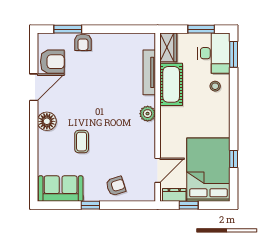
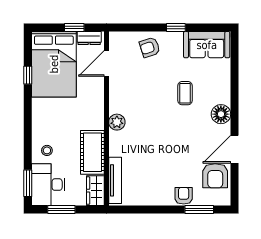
armchair: (52, 62) -> (215, 176), turned -90
tv unit: (149, 72) -> (115, 180), moved

